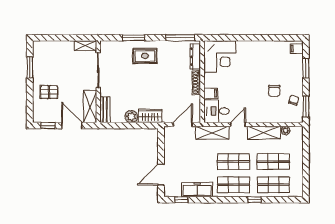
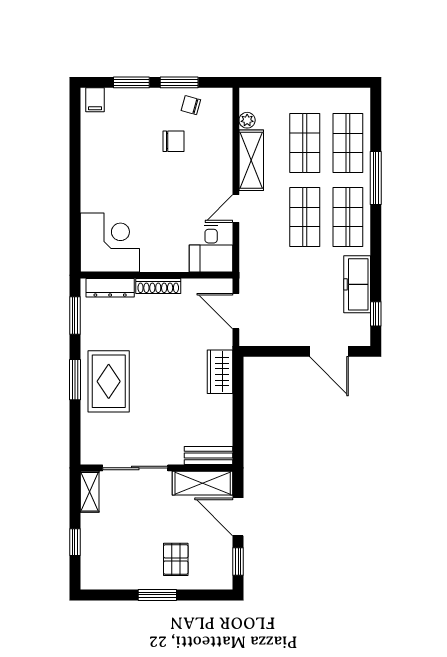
window: (58, 38) -> (75, 542), added
window: (134, 38) -> (75, 380), moved
window: (180, 38) -> (75, 316), width x0.69
rug: (145, 56) -> (109, 381), width x1.36, depth x1.43
window: (30, 67) -> (157, 595), moved
filing cabinet: (211, 93) -> (178, 259), removed
window: (306, 107) -> (179, 82), moved
plant: (131, 117) -> (221, 407), removed
door: (238, 124) -> (236, 209), hinge flipped
door: (72, 126) -> (238, 517), hinge flipped
shelving: (212, 133) -> (251, 256), removed
window: (254, 200) -> (376, 178), width x2.17

